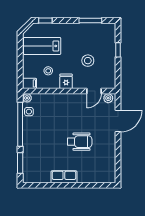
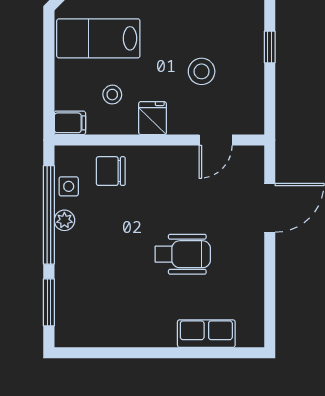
plant: (27, 98) -> (64, 220), moved
plant: (108, 98) -> (248, 156), removed
chair: (48, 105) -> (111, 171), added
row of seats: (64, 177) -> (206, 334), moved

